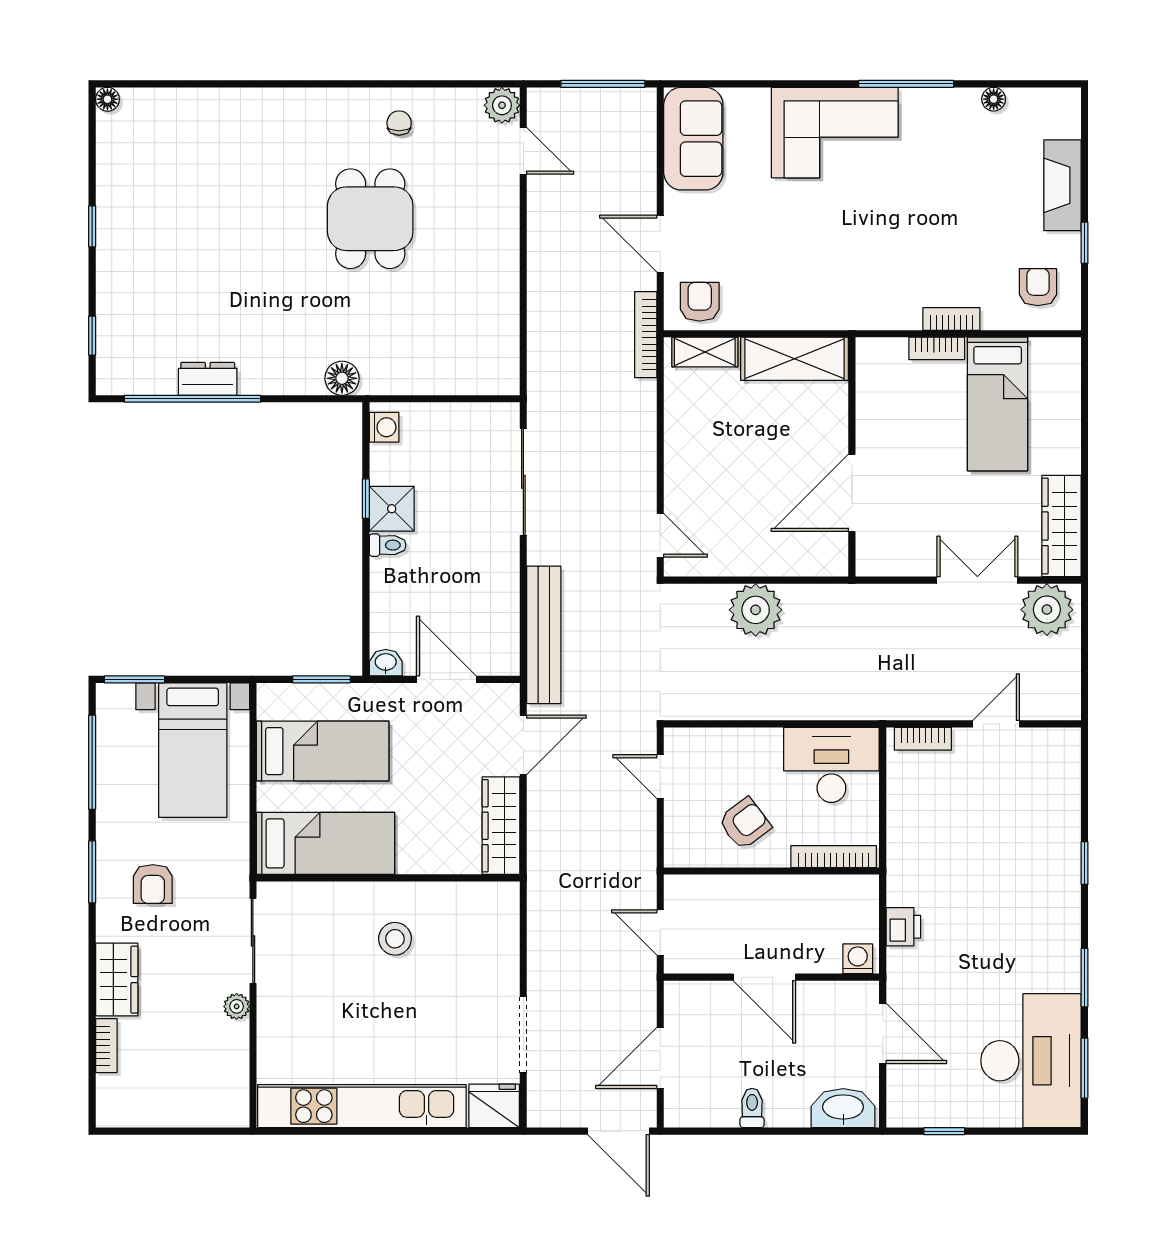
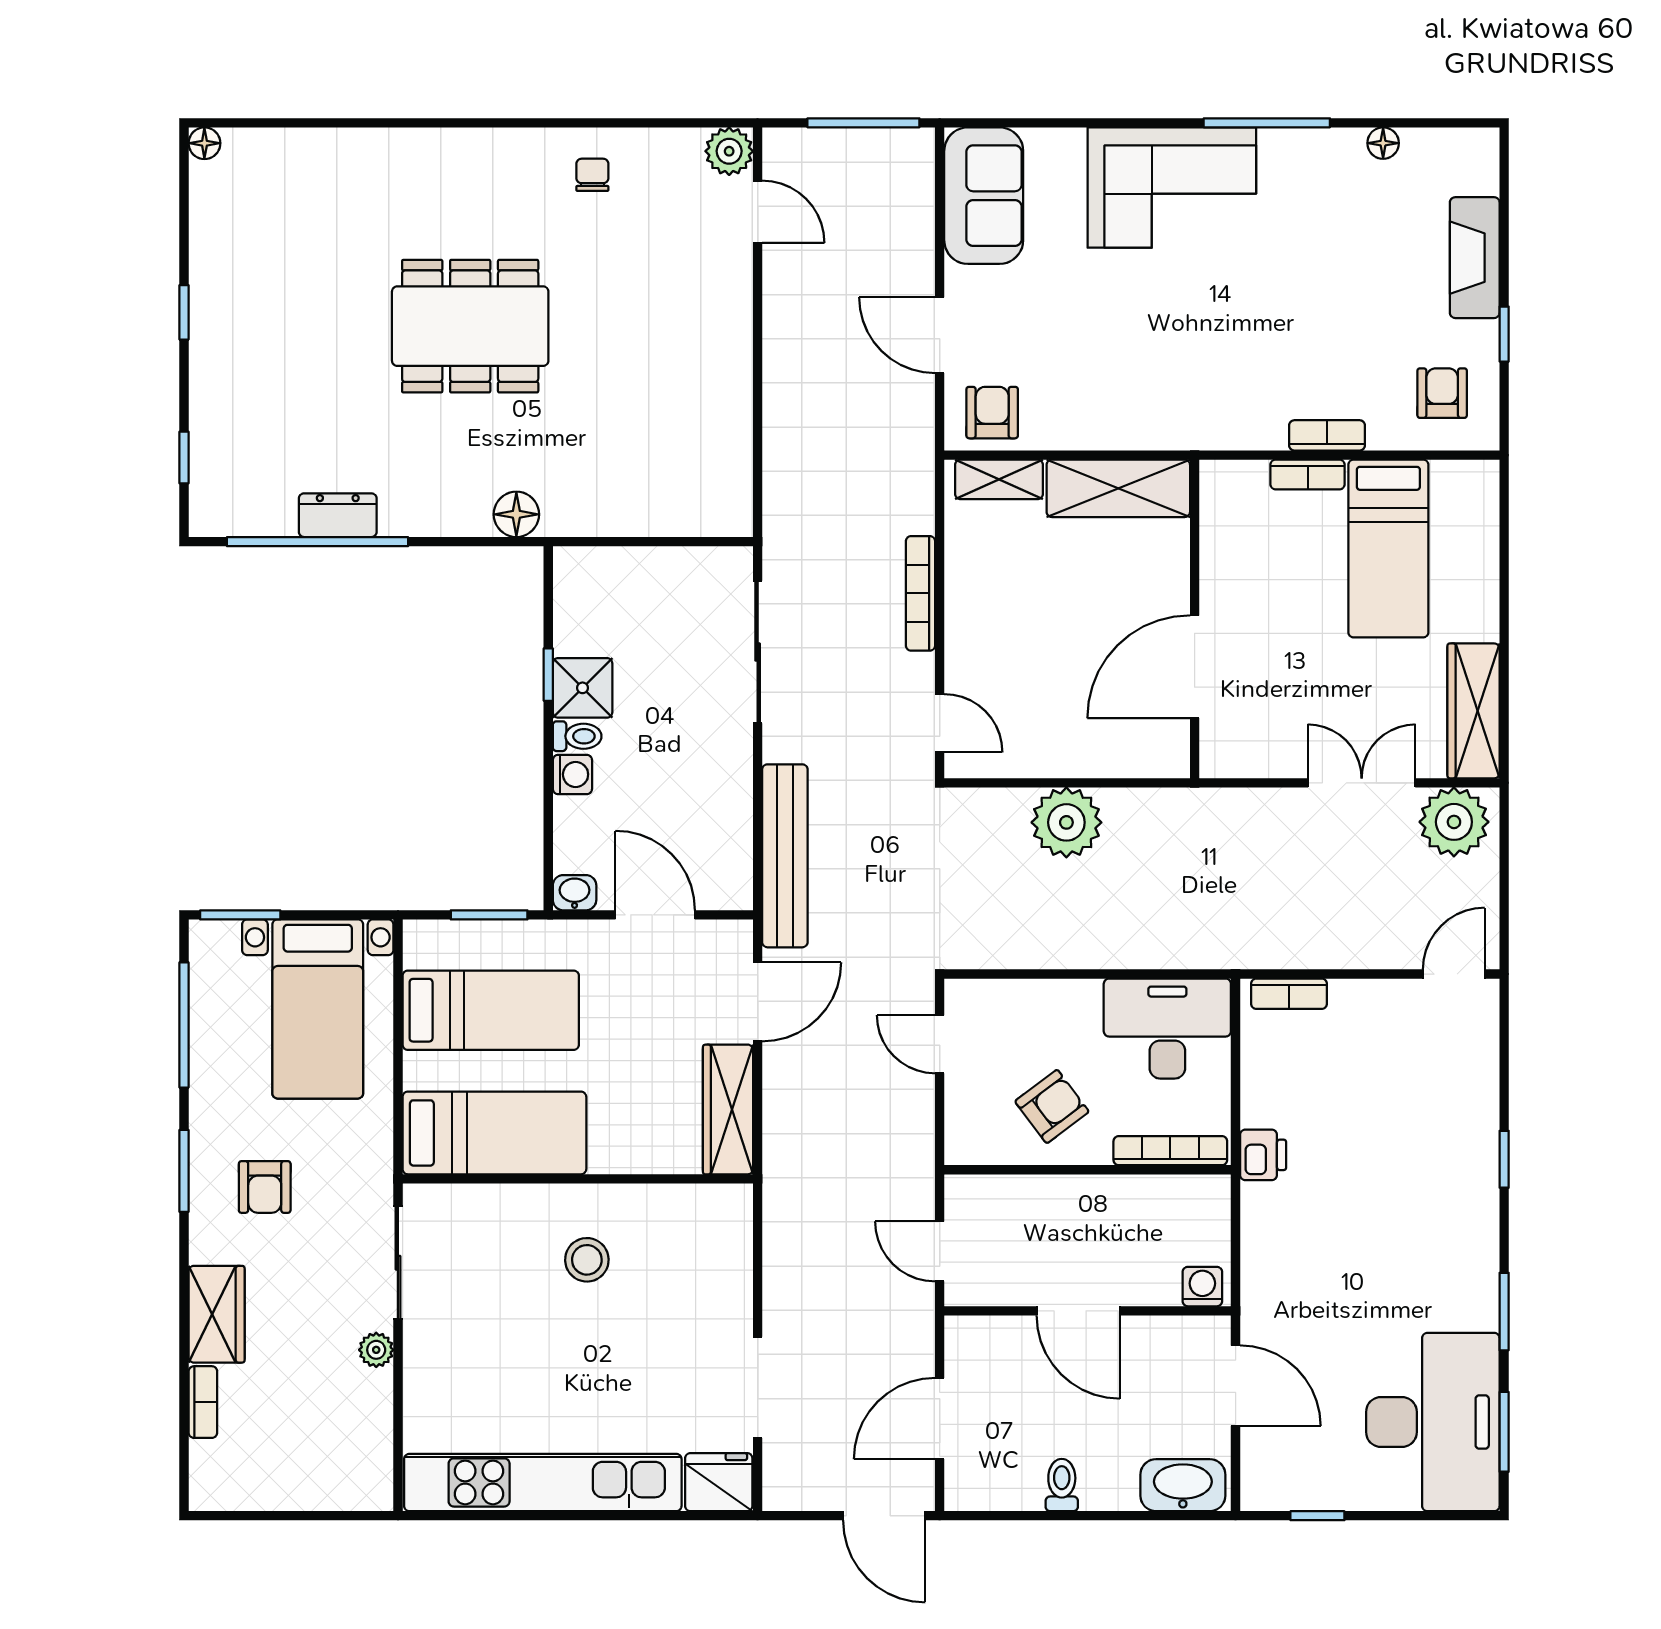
dining table: (370, 219) -> (470, 326), moved, width x1.38
bookcase: (646, 335) -> (920, 593), moved
washing machine: (384, 427) -> (572, 774), moved
door: (996, 724) -> (1454, 974), moved
printer: (903, 927) -> (1263, 1155), moved

